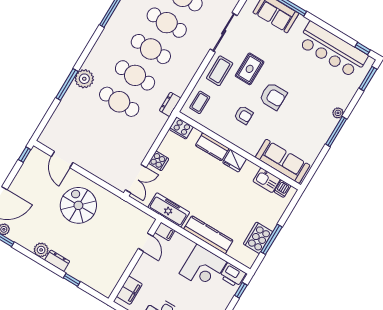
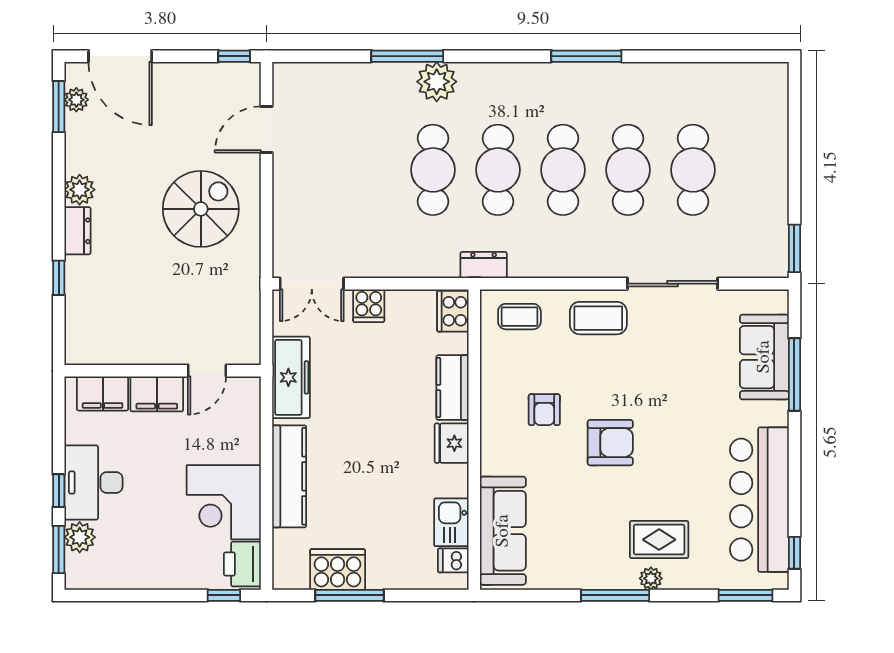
rug: (250, 69) -> (659, 540), moved
armchair: (273, 96) -> (610, 443), turned -90
filing cabinet: (165, 231) -> (157, 394), moved, width x2.00

